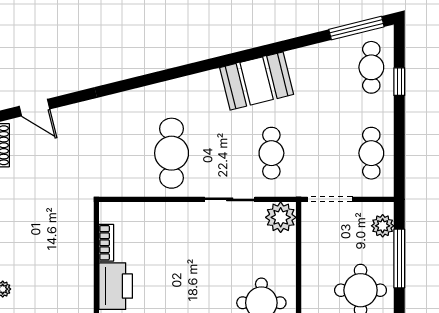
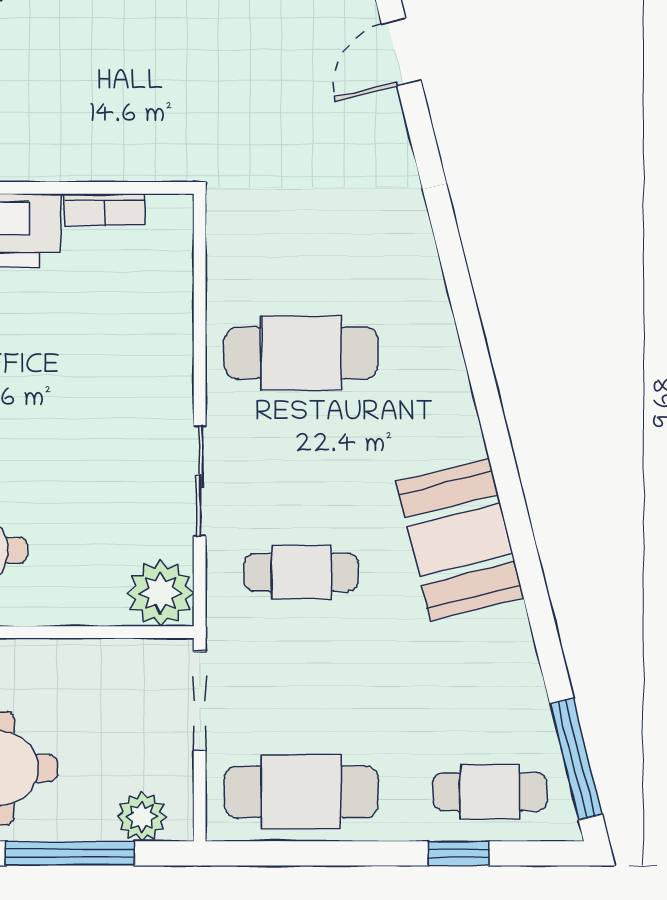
cafe table: (371, 153) -> (301, 792), width x1.37, depth x1.35

